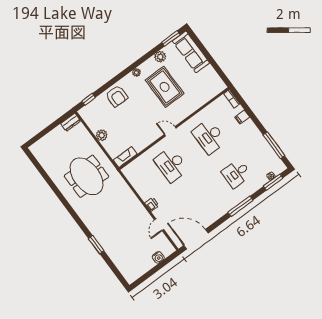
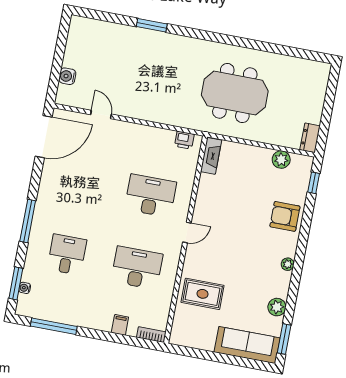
rug: (165, 87) -> (203, 294), moved, width x0.73, depth x0.70
plant: (102, 135) -> (281, 160), moved
printer: (152, 204) -> (184, 140), moved

